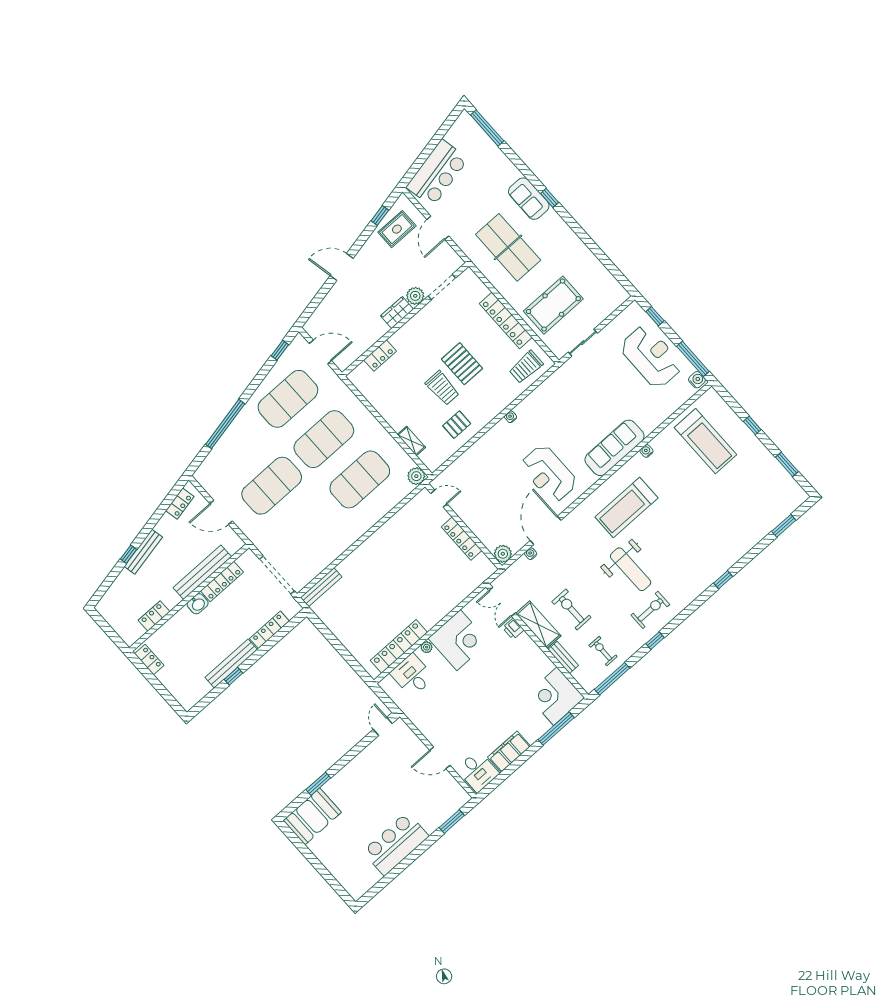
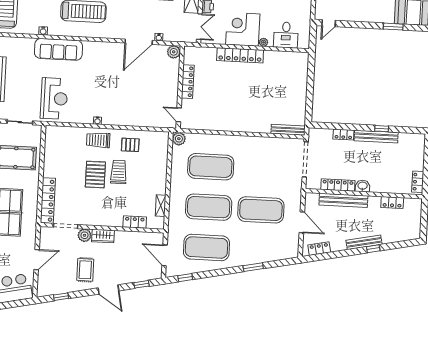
rug: (397, 229) -> (85, 270), moved, turned 90
window: (315, 303) -> (141, 284), added
locker: (506, 320) -> (48, 201), moved
trolley: (526, 367) -> (98, 140), moved, turned 180
window: (225, 424) -> (253, 267), width x0.47
shelving: (411, 441) -> (161, 206), moved
reception desk: (549, 474) -> (54, 99), moved
locker: (269, 630) -> (343, 135), width x0.66
locker: (399, 646) -> (240, 55), moved

